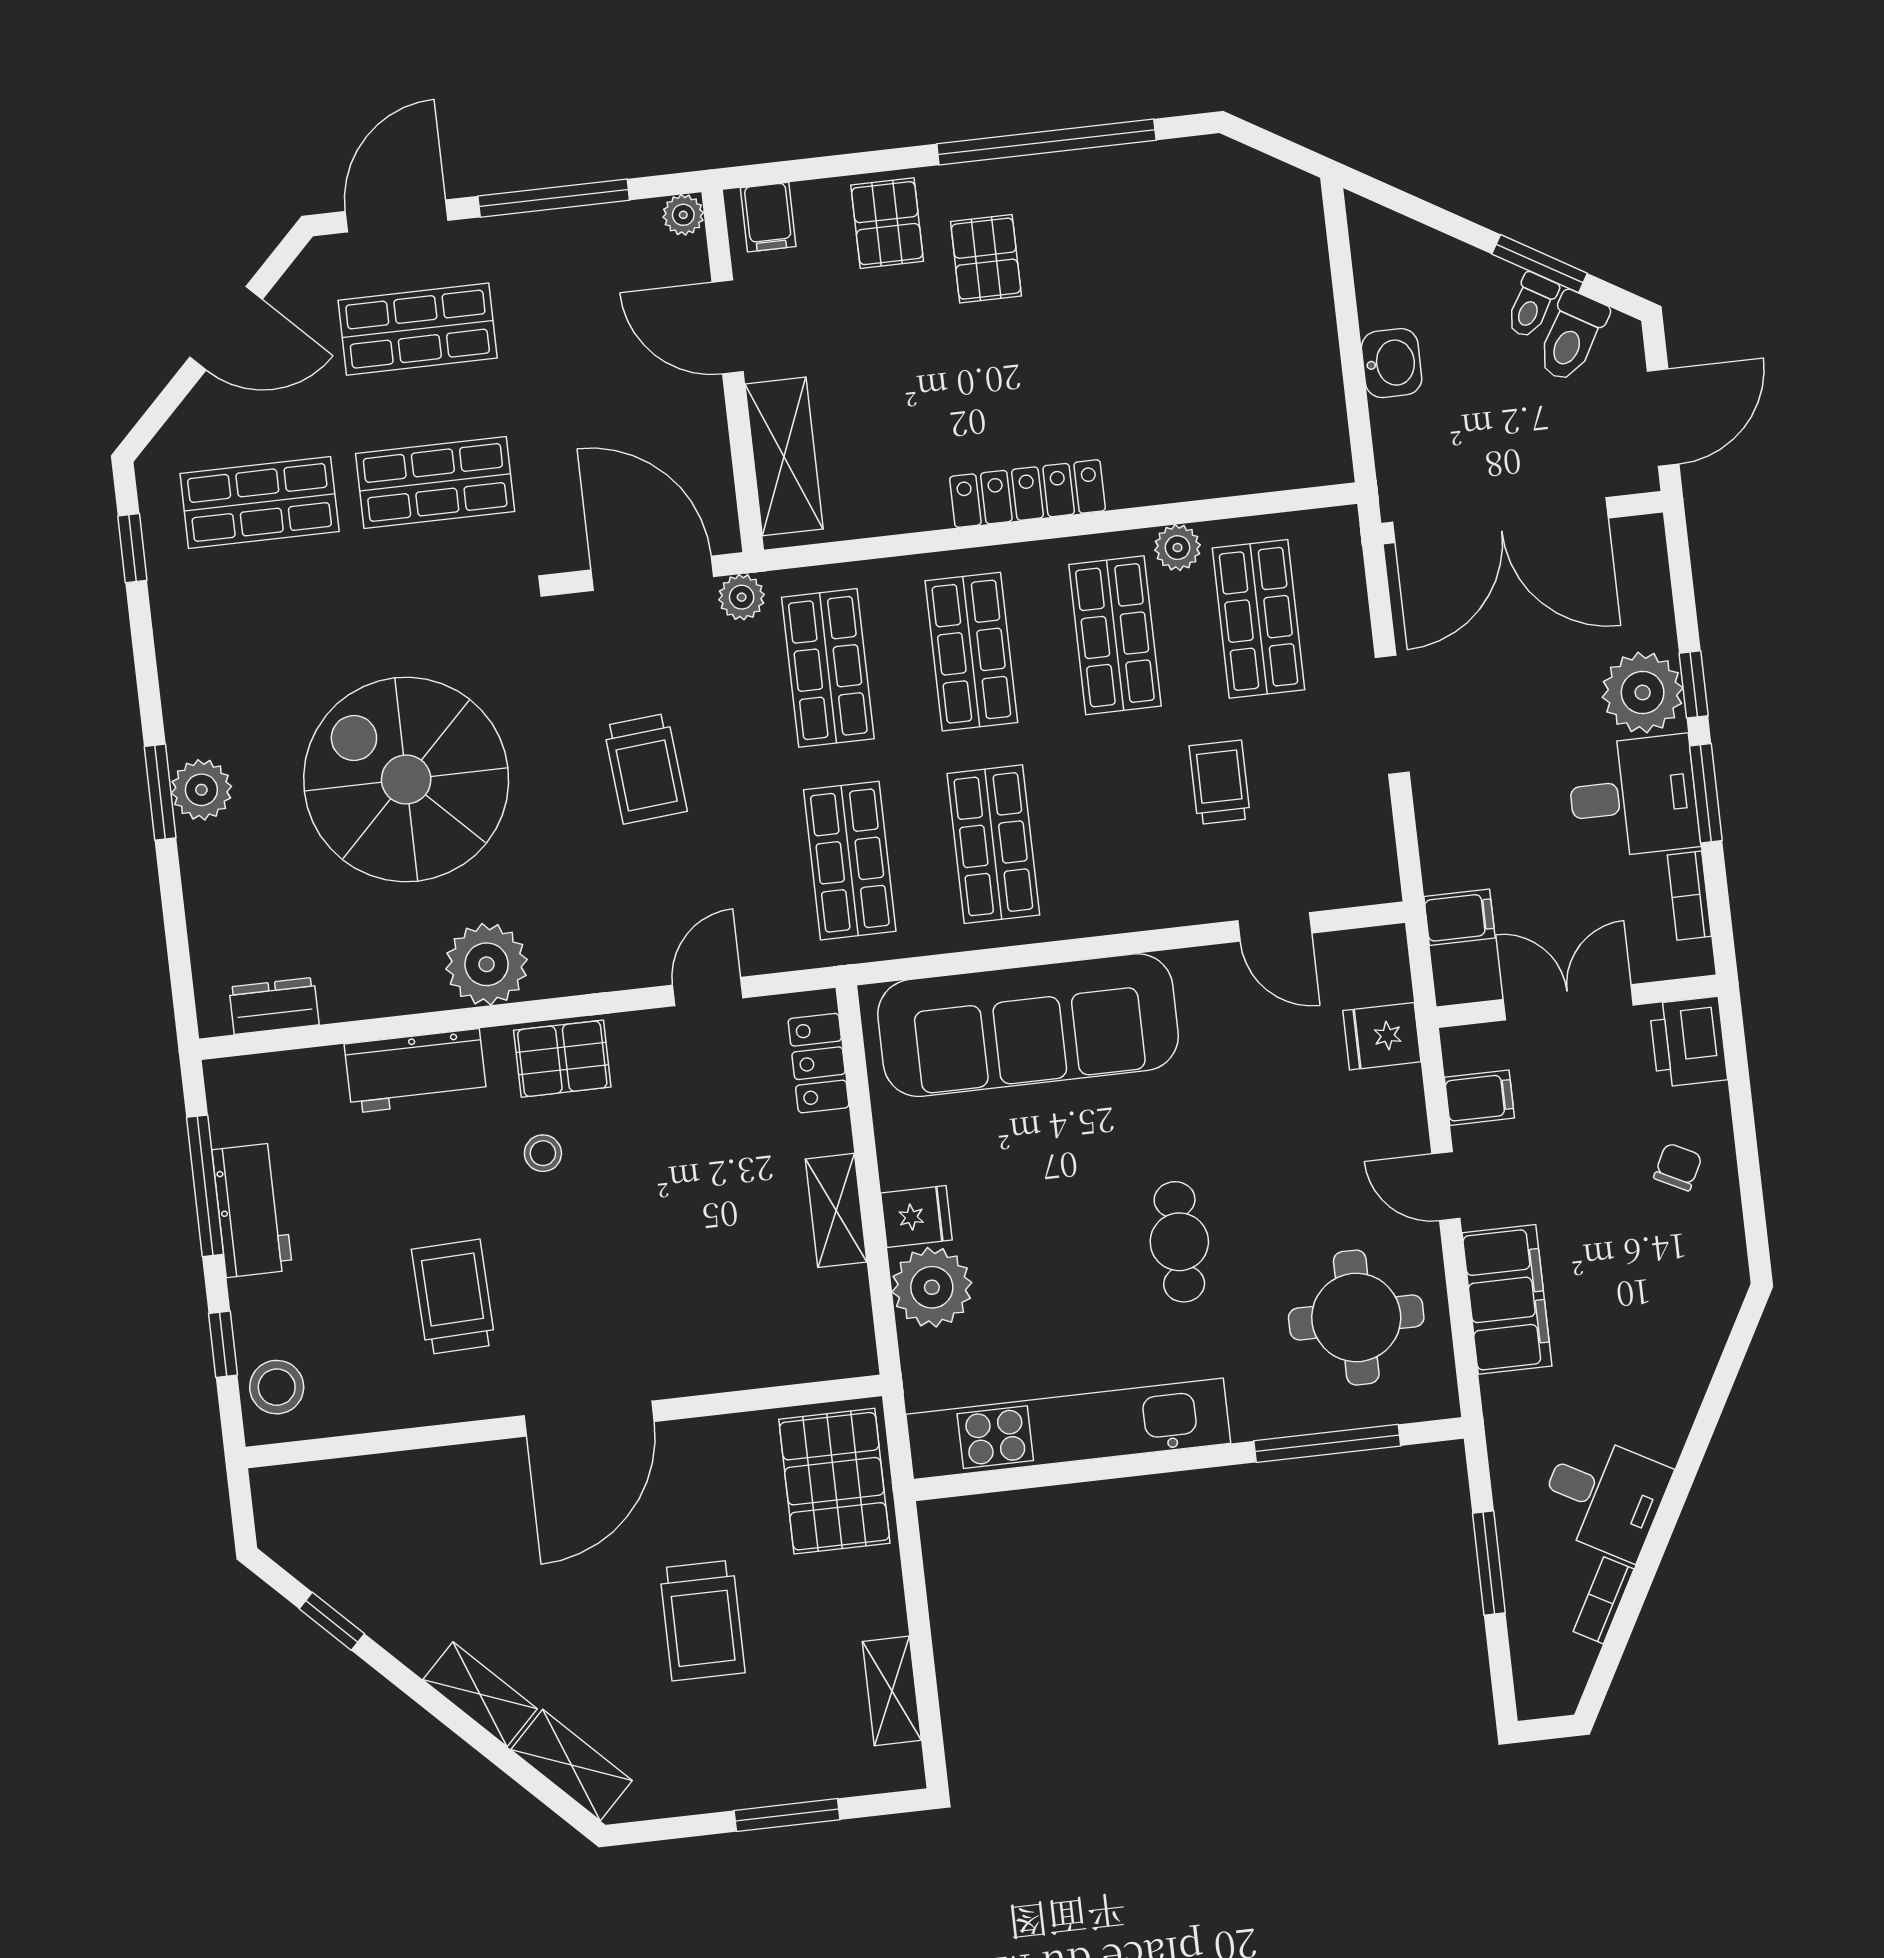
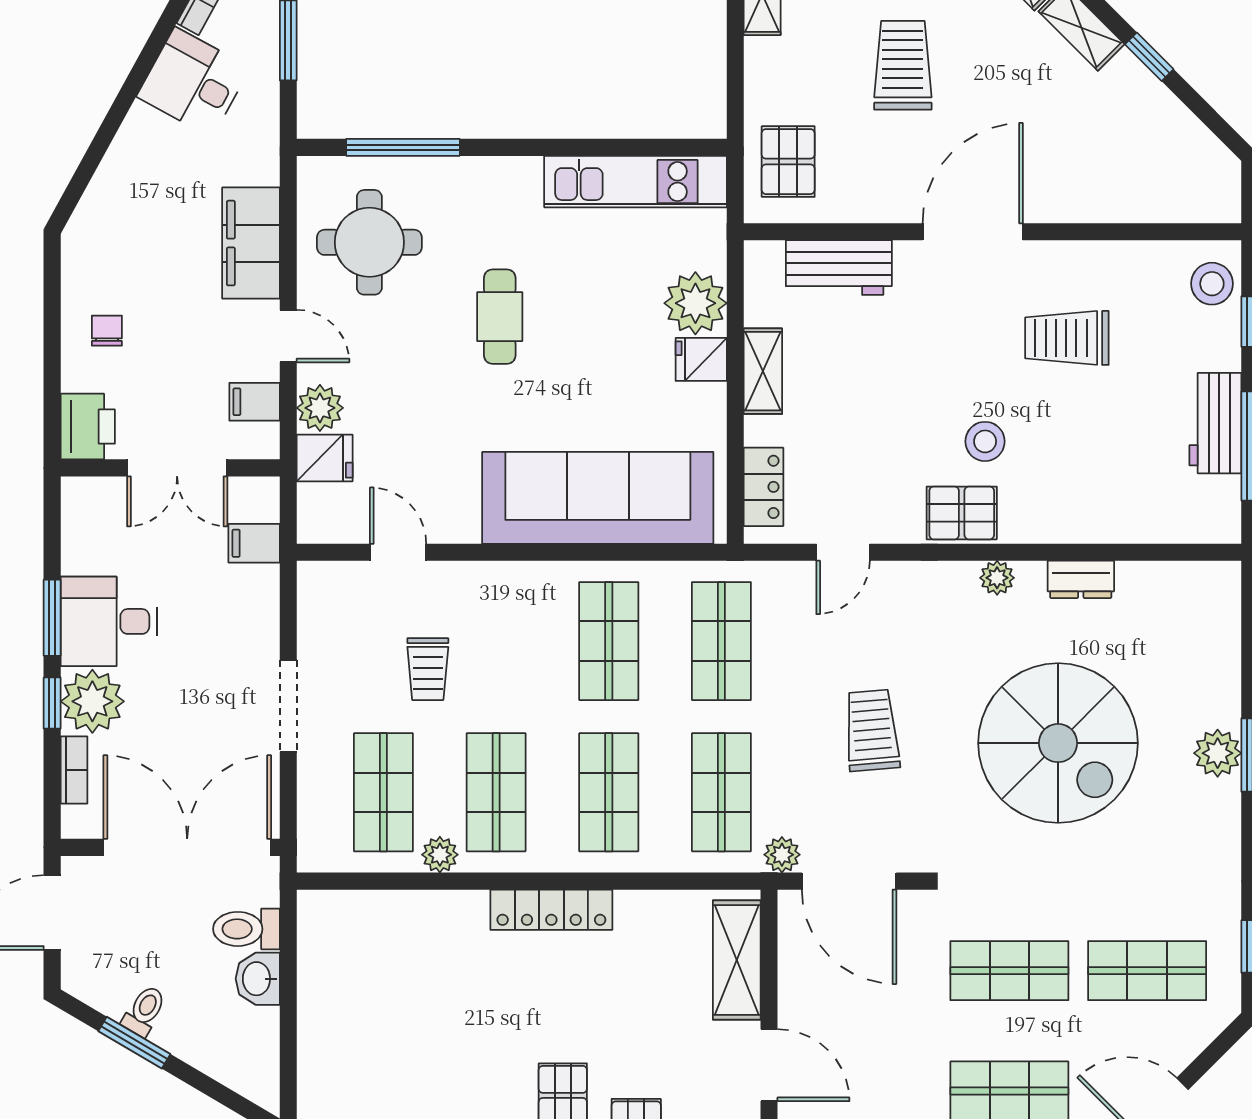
toilet: (1572, 337) -> (246, 929), moved, turned -120
bookcase: (1689, 896) -> (74, 770), moved
plant: (487, 964) -> (997, 578), width x0.53, depth x0.53
dresser: (274, 1006) -> (1081, 579), moved
workbench: (416, 1071) -> (839, 268), moved, turned 180
plant: (1395, 1099) -> (320, 408), added
stool: (543, 1153) -> (985, 441), width x1.37, depth x1.37
chair: (1678, 1167) -> (107, 331), turned 153
trolley: (454, 1297) -> (1067, 338), turned 92
kitchen unit: (1068, 1429) -> (636, 182), width x0.73
pallet: (834, 1481) -> (788, 162), width x0.67, depth x0.71
window: (332, 1621) -> (1149, 57), moved

